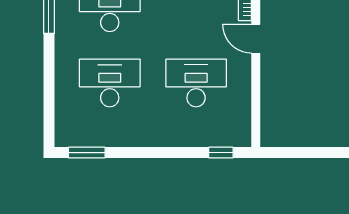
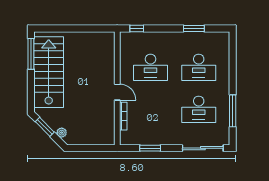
window: (87, 153) -> (194, 28), moved

